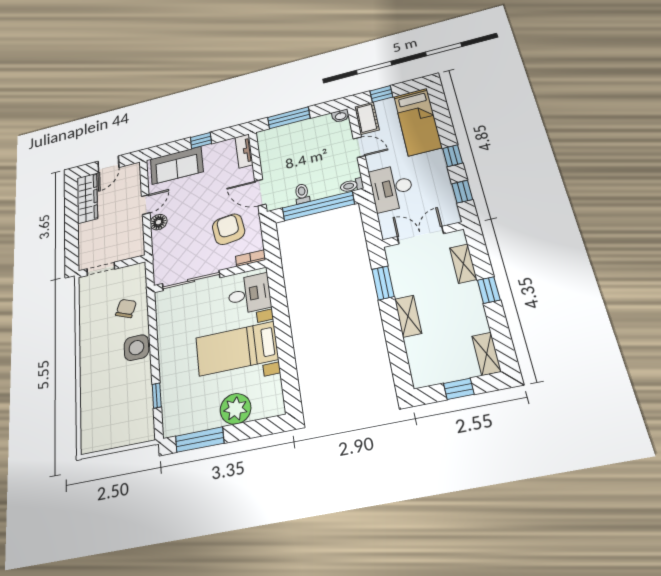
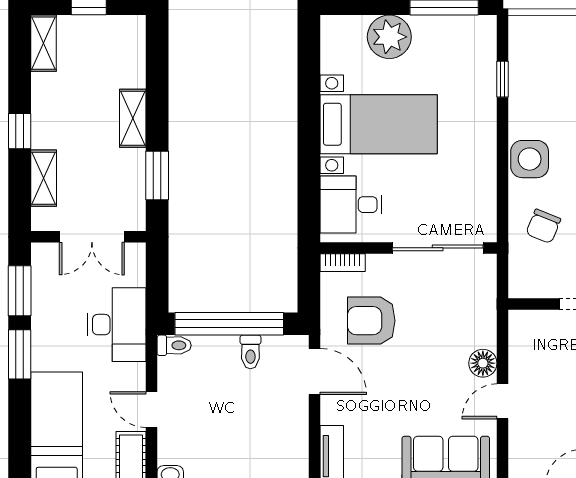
window: (453, 156) -> (20, 354), width x1.50
window: (462, 192) -> (20, 291), width x1.50
armchair: (229, 229) -> (371, 321), turned 97

